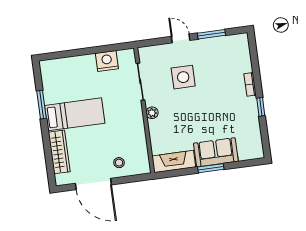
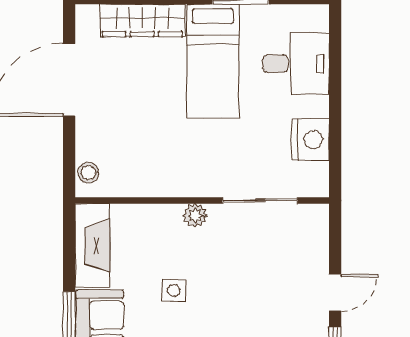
desk: (70, 73) -> (296, 64), added
side table: (183, 77) -> (174, 290), moved, width x0.54, depth x0.54
stool: (119, 163) -> (88, 173), moved

